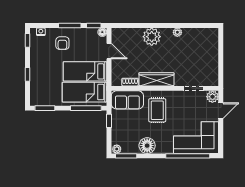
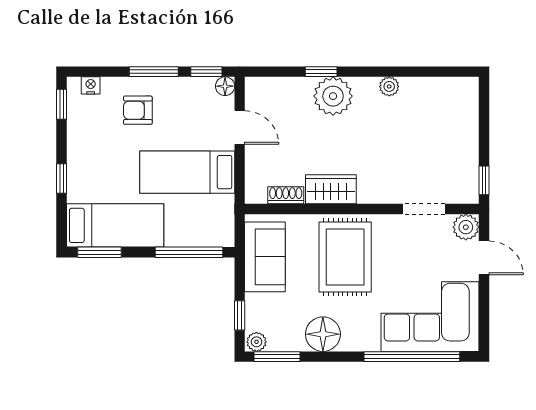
window: (146, 25) -> (321, 72), added
armchair: (62, 43) -> (138, 110), turned 90
window: (221, 75) -> (484, 180), added
wardrobe: (157, 79) -> (331, 189), width x0.67
bed: (84, 92) -> (115, 225), moved, turned 180
sofa: (127, 100) -> (265, 257), moved, turned -90
rug: (157, 110) -> (345, 257), width x1.36, depth x1.43
door: (221, 111) -> (484, 258), hinge flipped
window: (109, 121) -> (240, 315), moved

